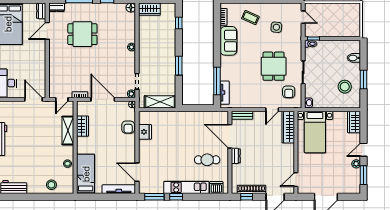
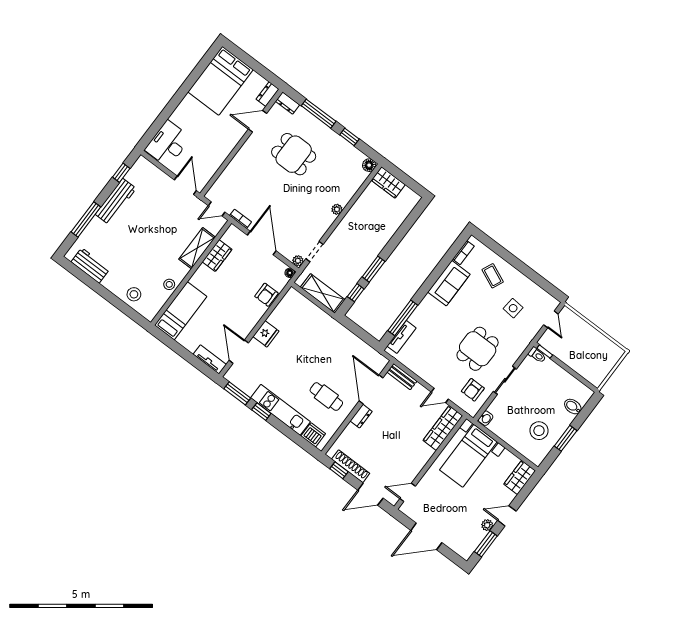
window: (179, 23) -> (356, 293), moved
fridge: (145, 132) -> (266, 334), moved
tv unit: (119, 189) -> (210, 359), width x0.71

